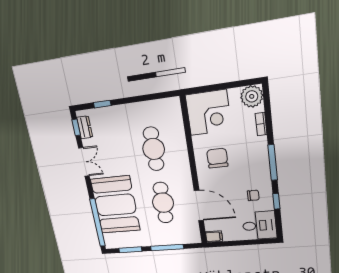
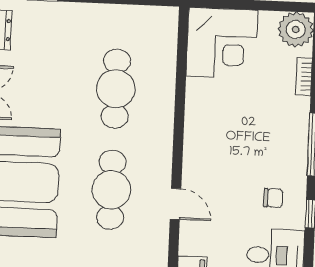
chair: (217, 158) -> (223, 122), removed
door: (199, 206) -> (175, 204), width x0.53

